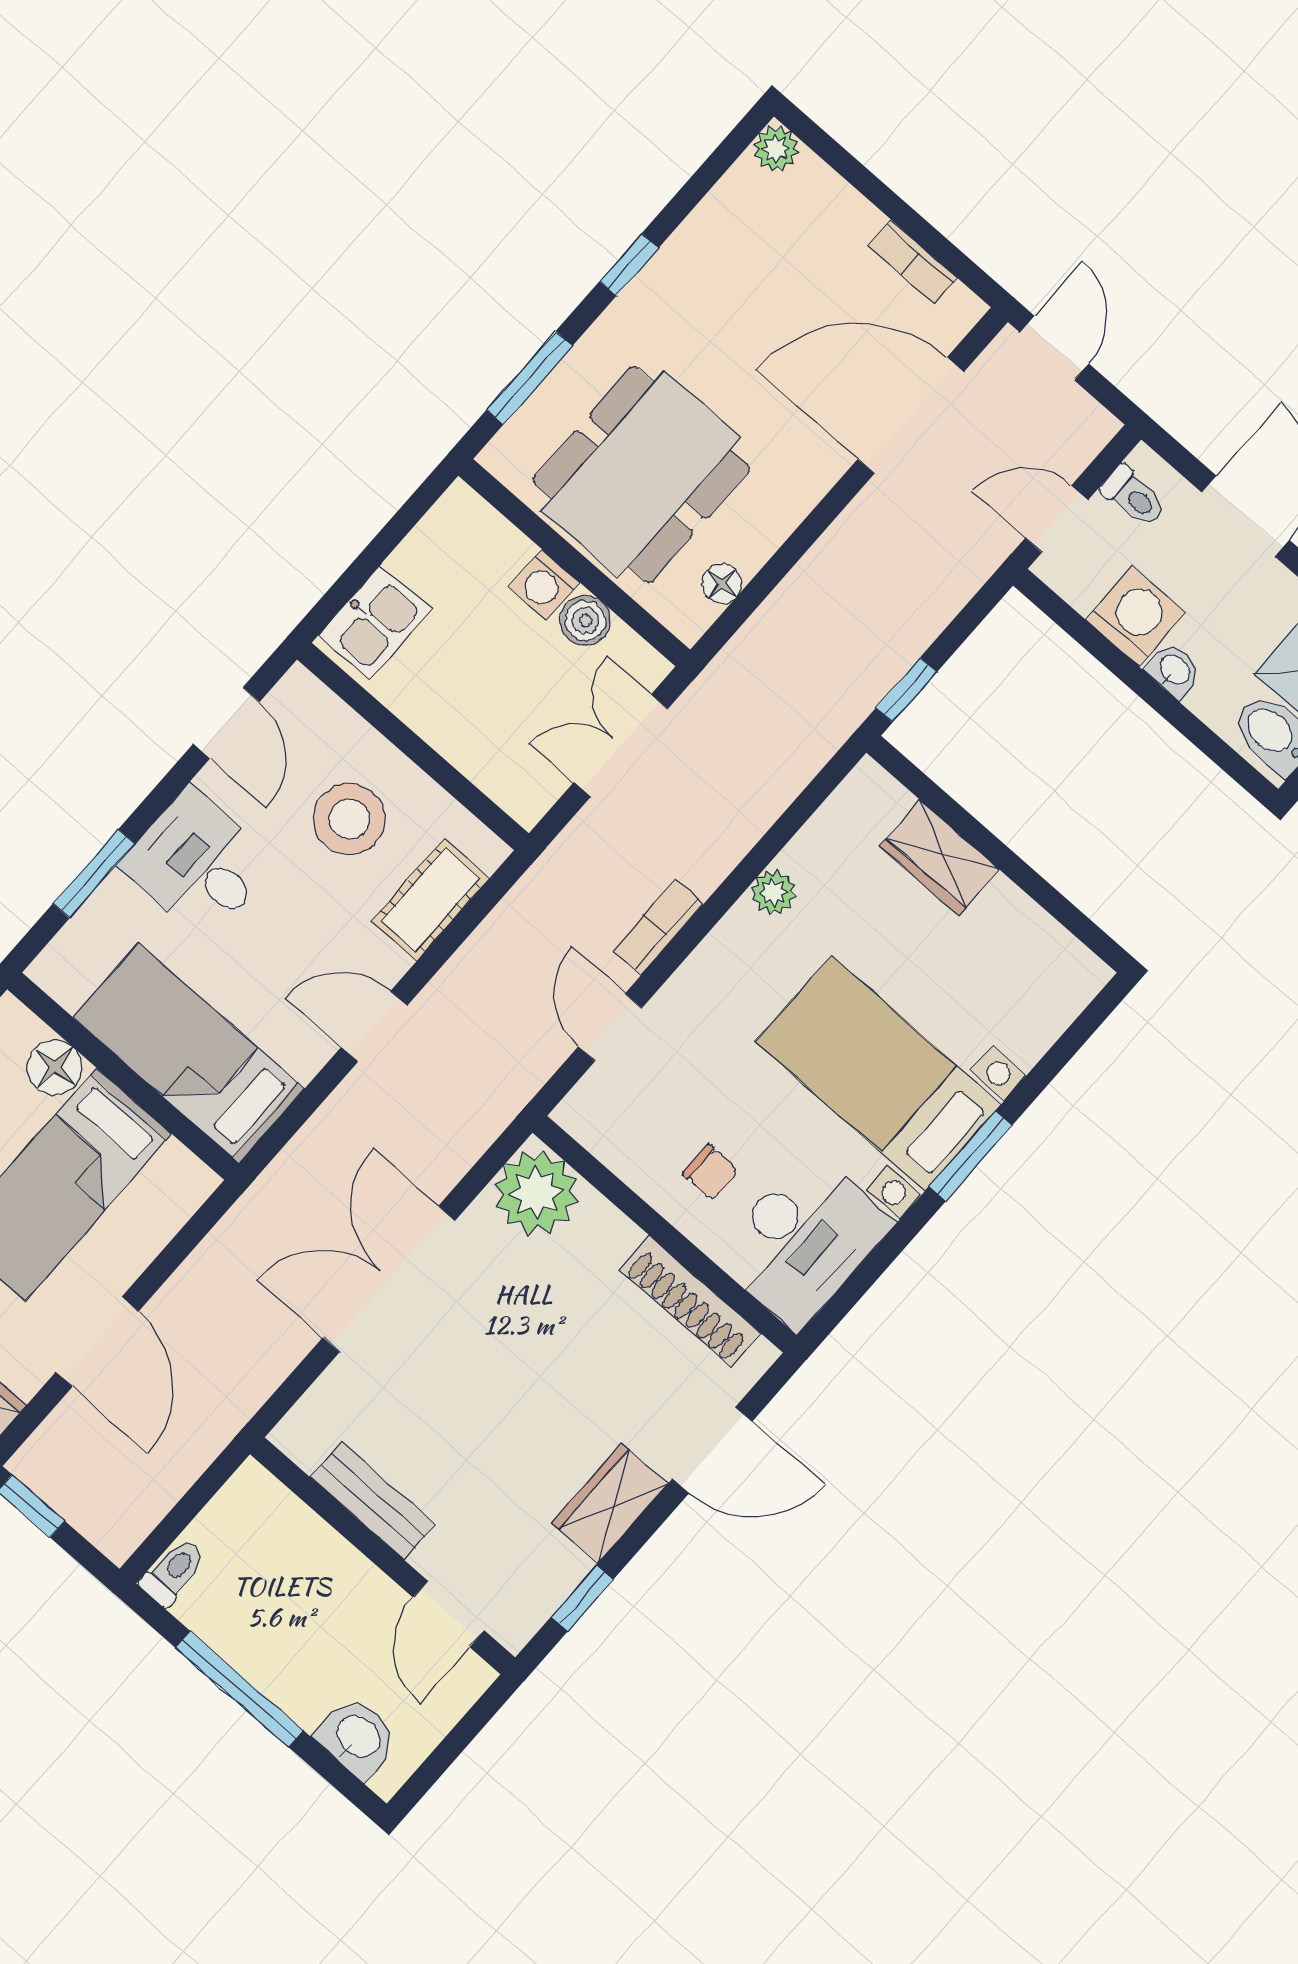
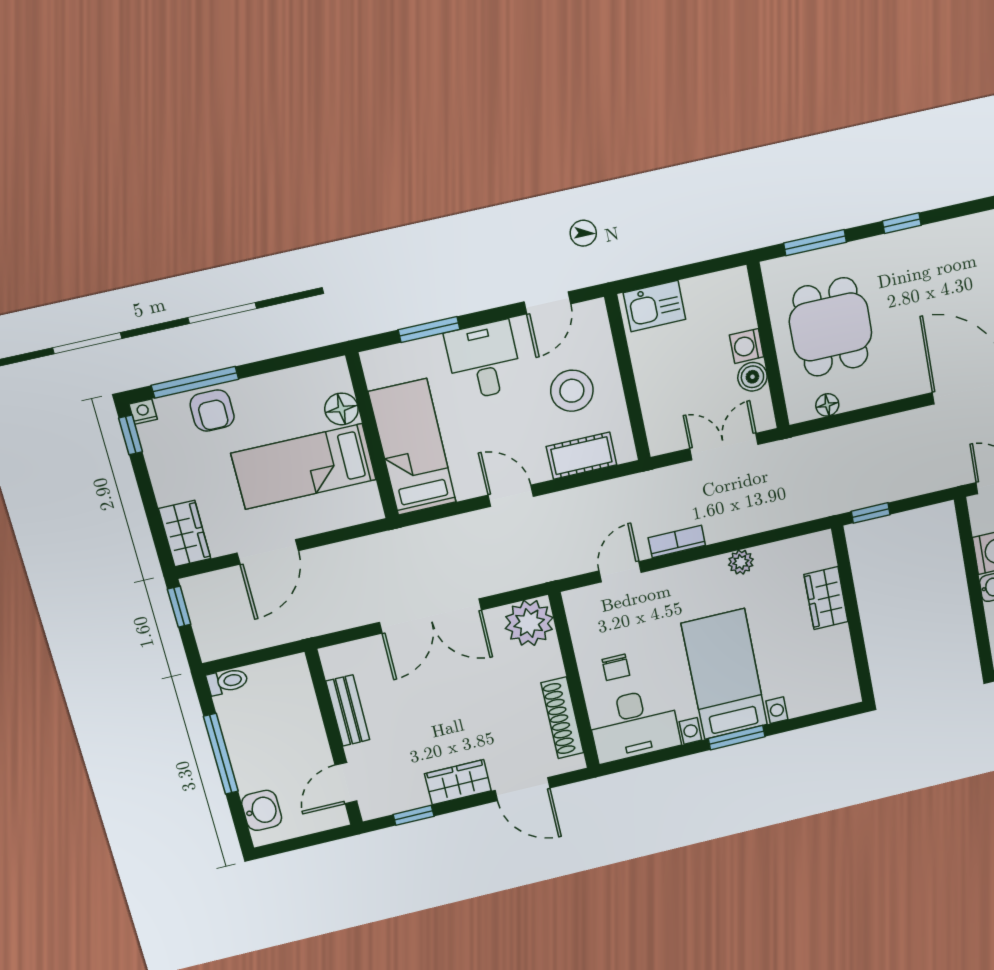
dining table: (641, 474) -> (831, 327), width x0.73
double door: (389, 1279) -> (431, 616), swing flipped

